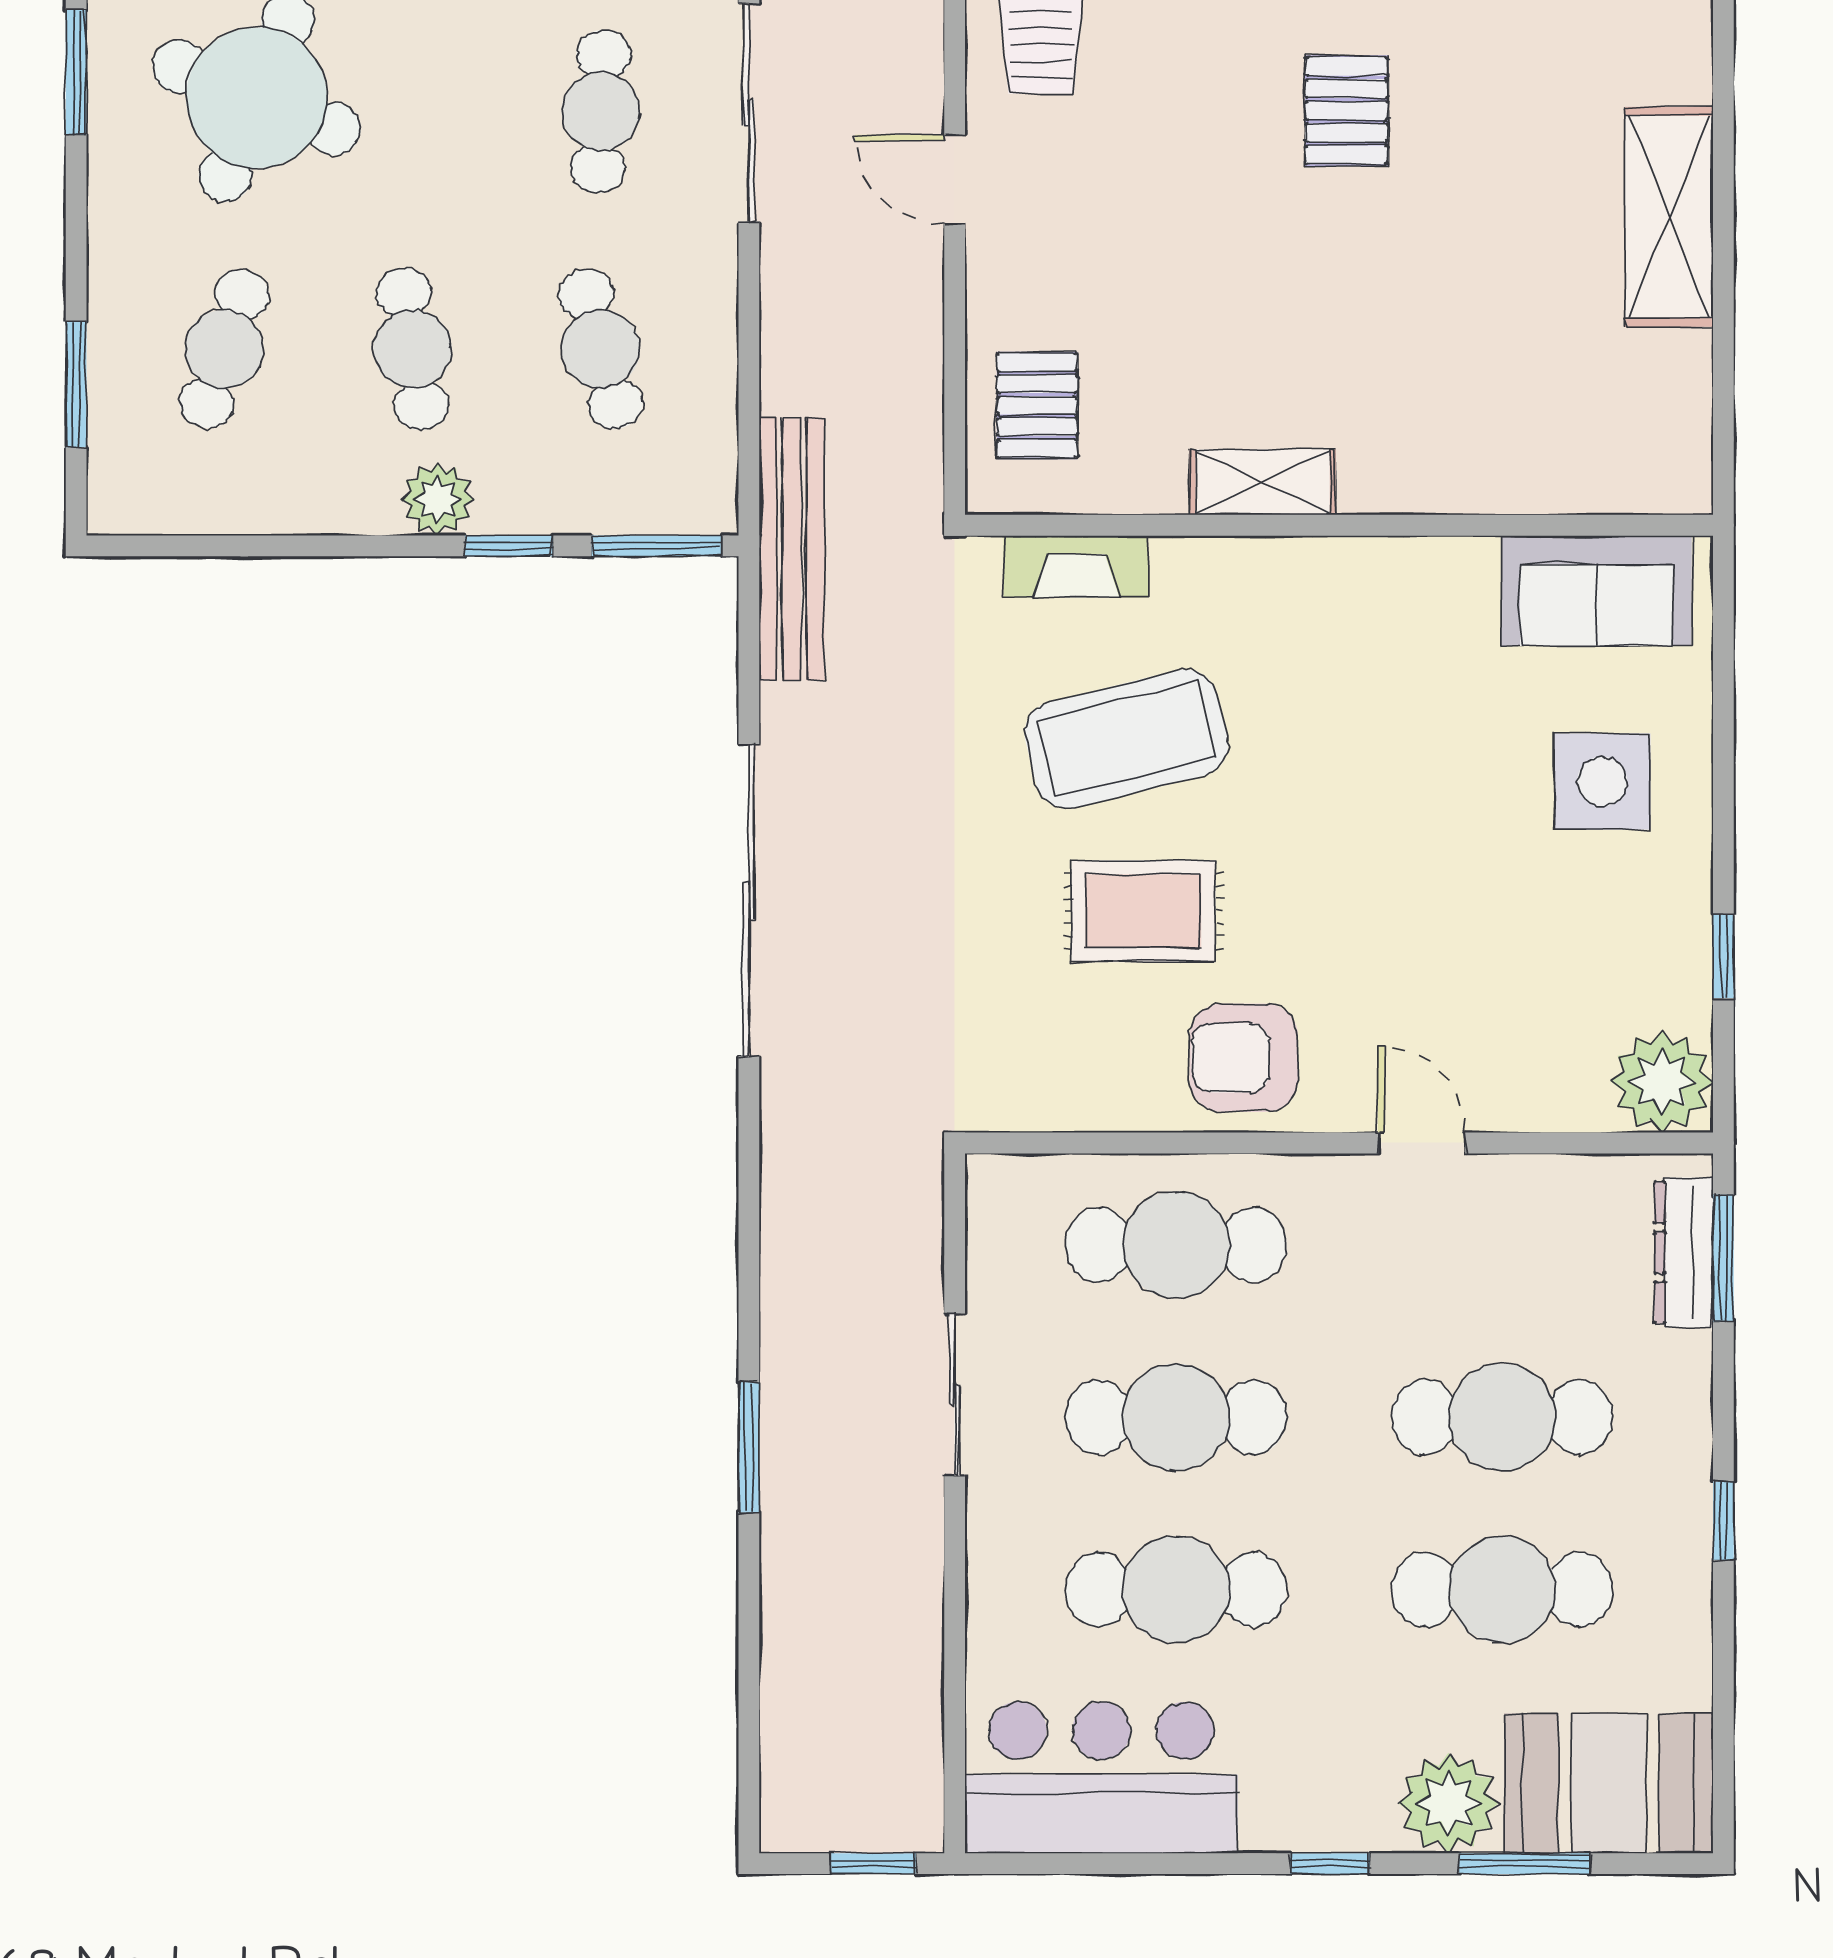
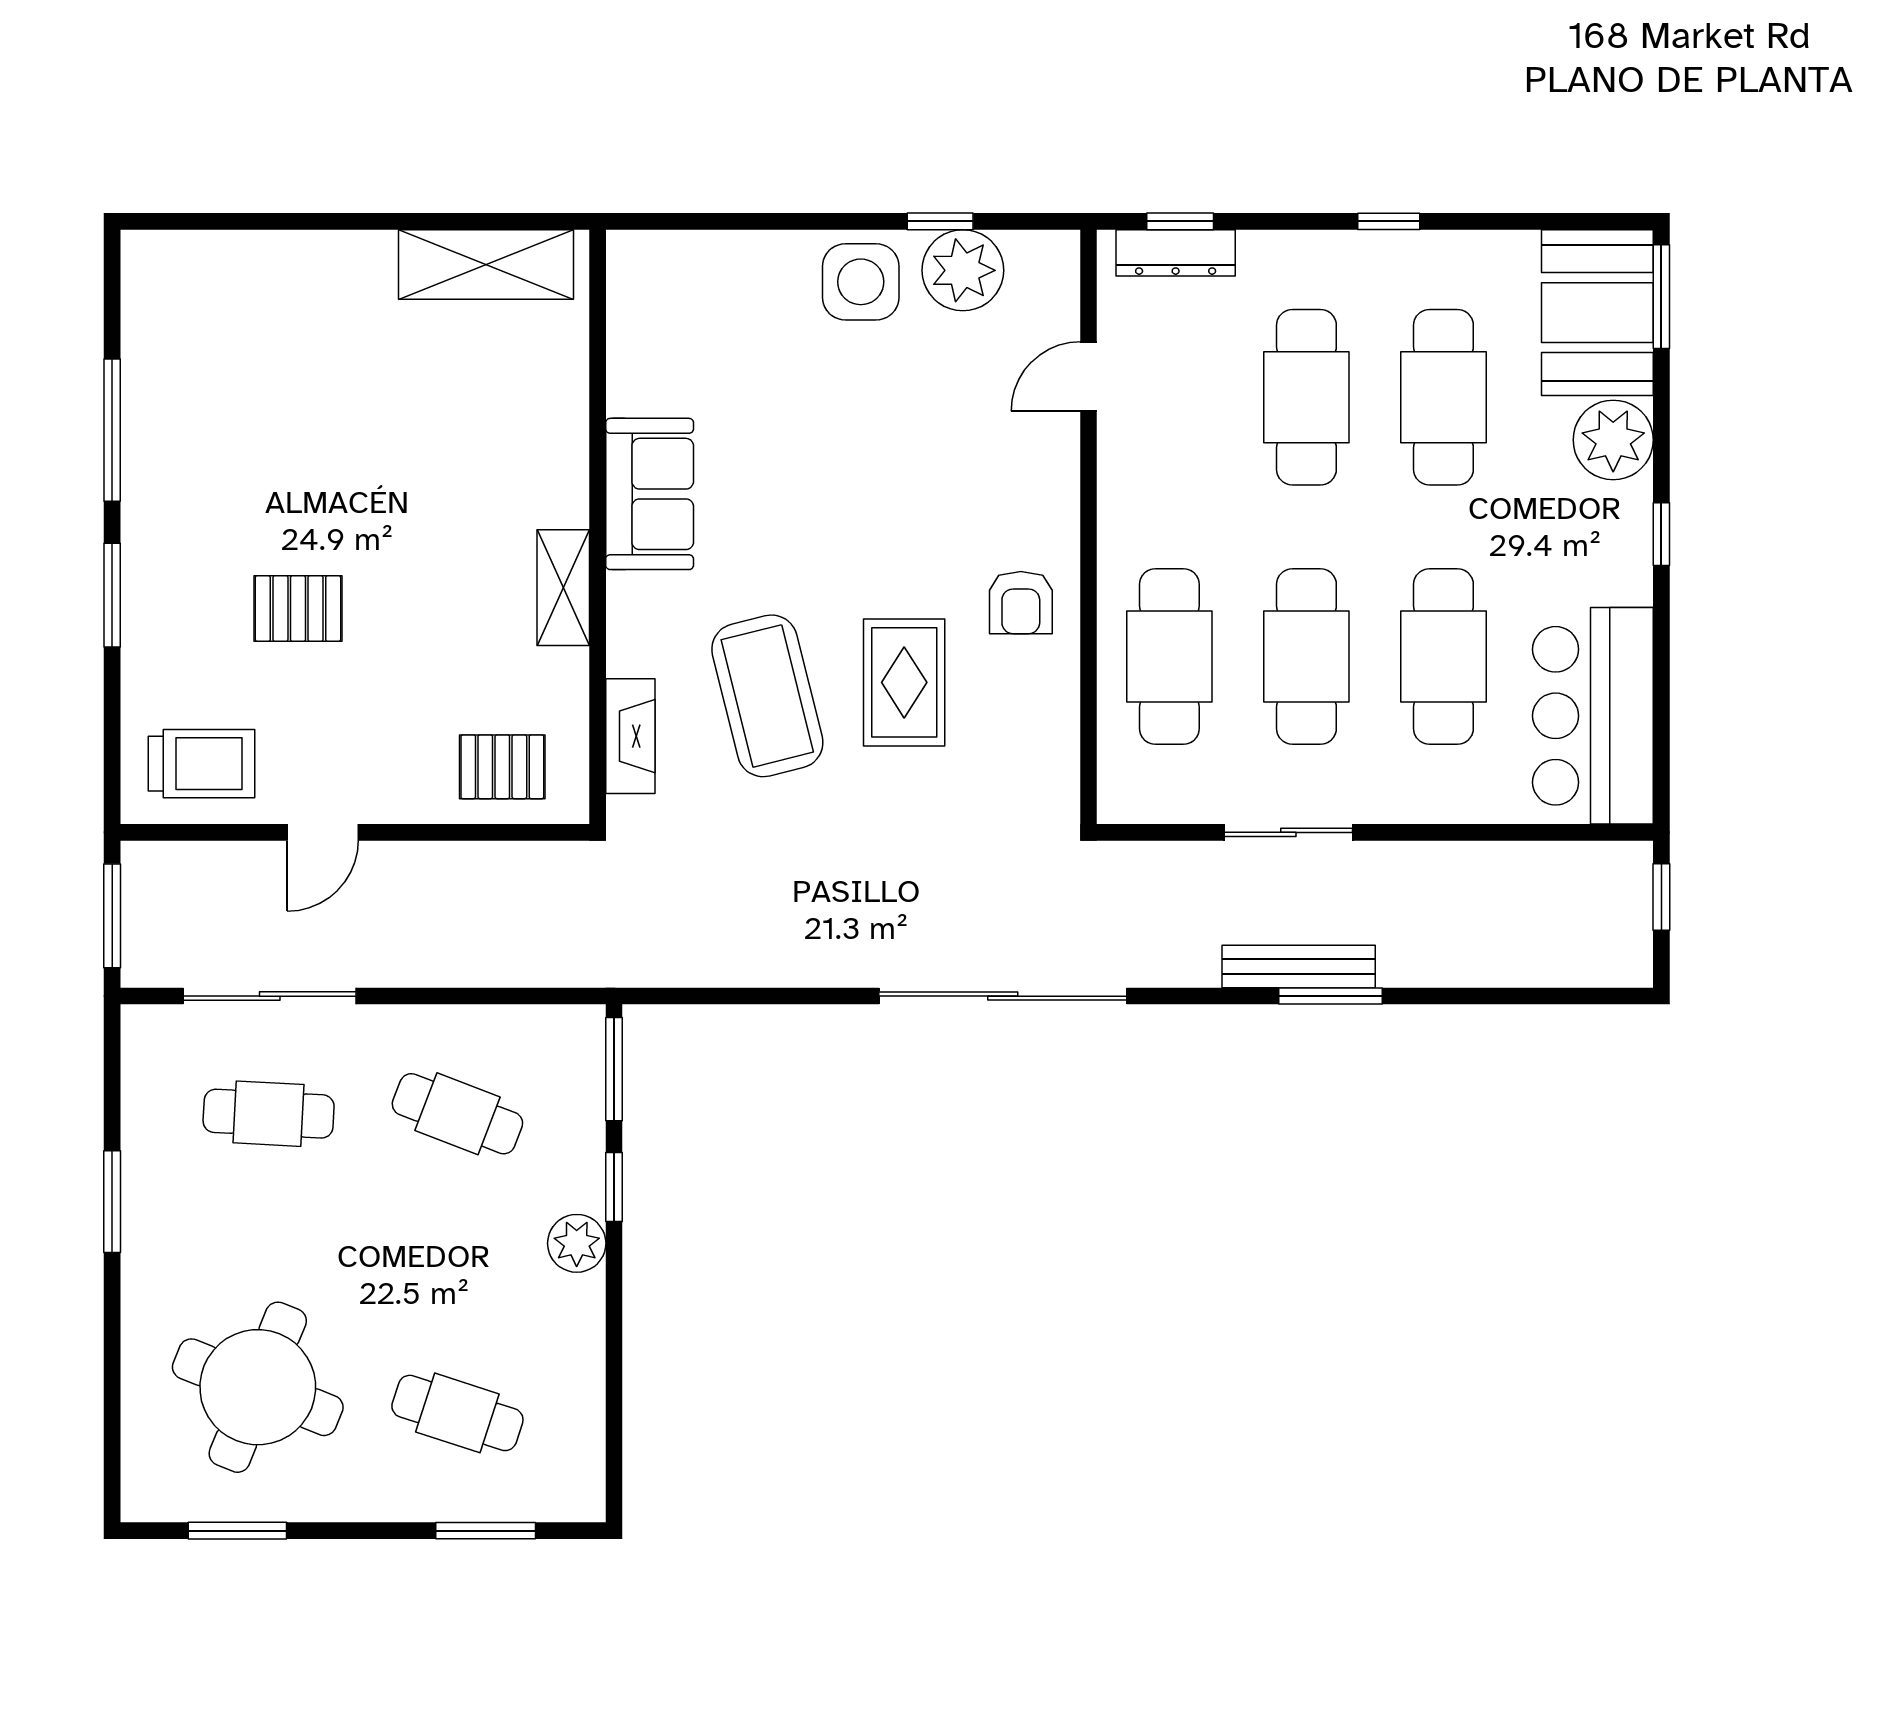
pallet: (1347, 111) -> (298, 609), moved
shelving: (1669, 217) -> (486, 265), moved
cafe table: (412, 349) -> (457, 1263), removed
cafe table: (601, 349) -> (457, 1114), turned 36
bench: (792, 549) -> (1299, 966), moved, width x0.73, depth x0.82
sofa: (1596, 591) -> (650, 494), moved
side table: (1602, 781) -> (861, 282), moved
sliding door: (749, 901) -> (1003, 996), moved
armchair: (1244, 1058) -> (1021, 603), width x0.72, depth x0.72
plant: (1662, 1081) -> (963, 270), moved
door: (1422, 1143) -> (1089, 376), moved
window: (1723, 1258) -> (1180, 221), width x0.67
window: (1525, 1864) -> (1661, 297), moved

